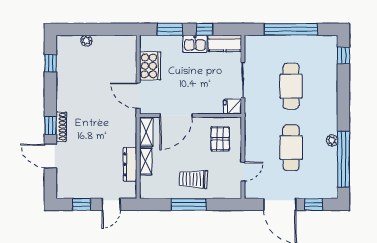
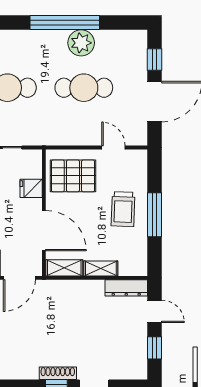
fridge: (233, 107) -> (31, 188), moved, turned 90
pallet: (220, 139) -> (73, 176), width x1.50, depth x1.42
plant: (332, 140) -> (81, 43), width x1.88, depth x1.88
window: (343, 159) -> (65, 23), moved
dresser: (130, 164) -> (126, 288), moved

